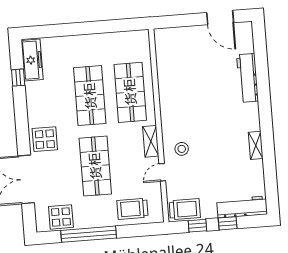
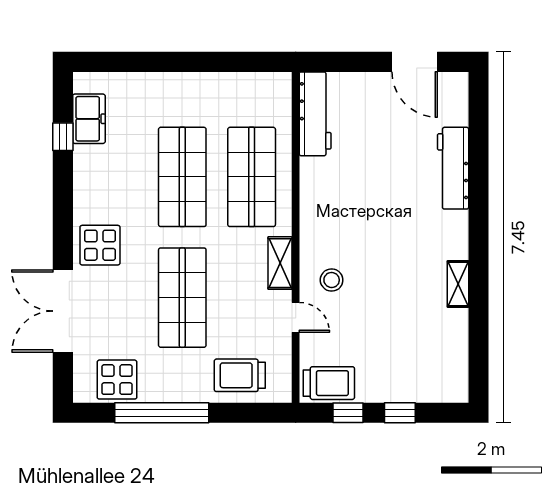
freezer: (32, 60) -> (89, 119), width x0.71
door: (162, 172) -> (296, 317), swing flipped
workbench: (242, 207) -> (315, 114), moved, turned 90

